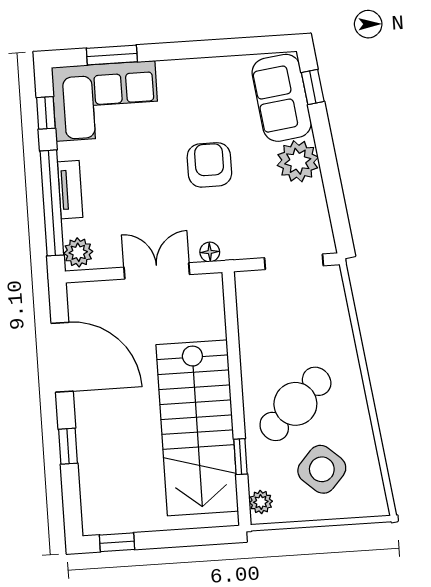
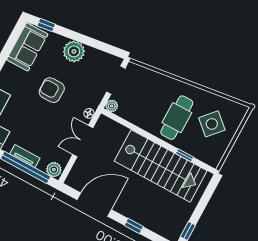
sofa: (282, 98) -> (27, 47), moved, turned -82
cafe table: (295, 404) -> (177, 118), turned 43
plant: (261, 502) -> (112, 106), moved

